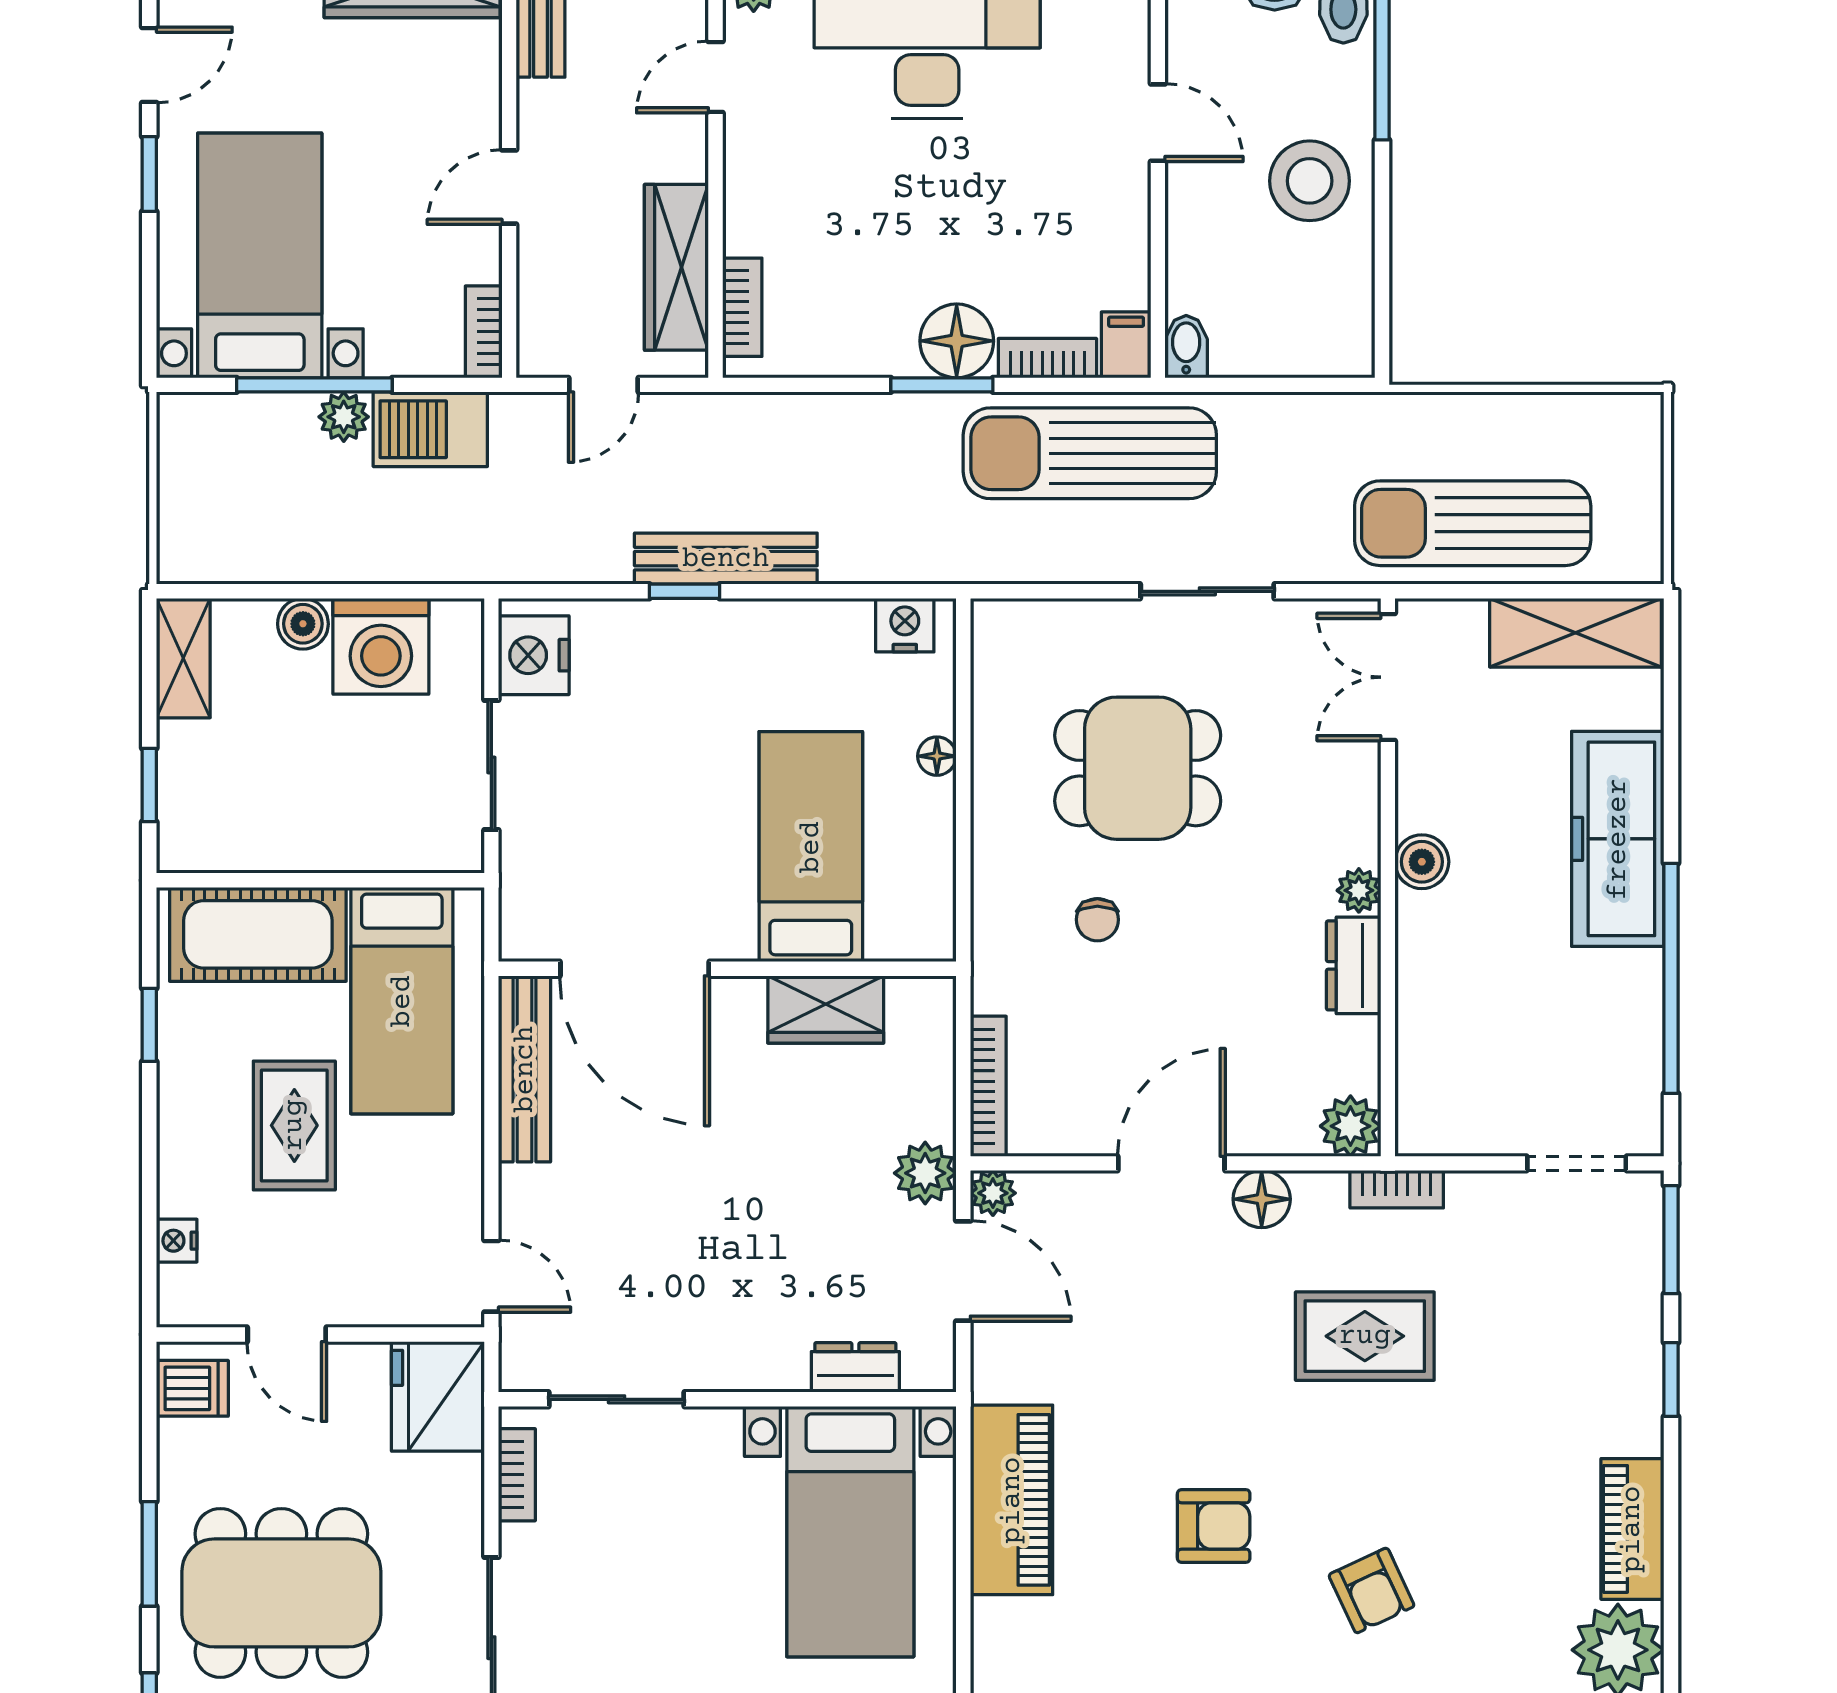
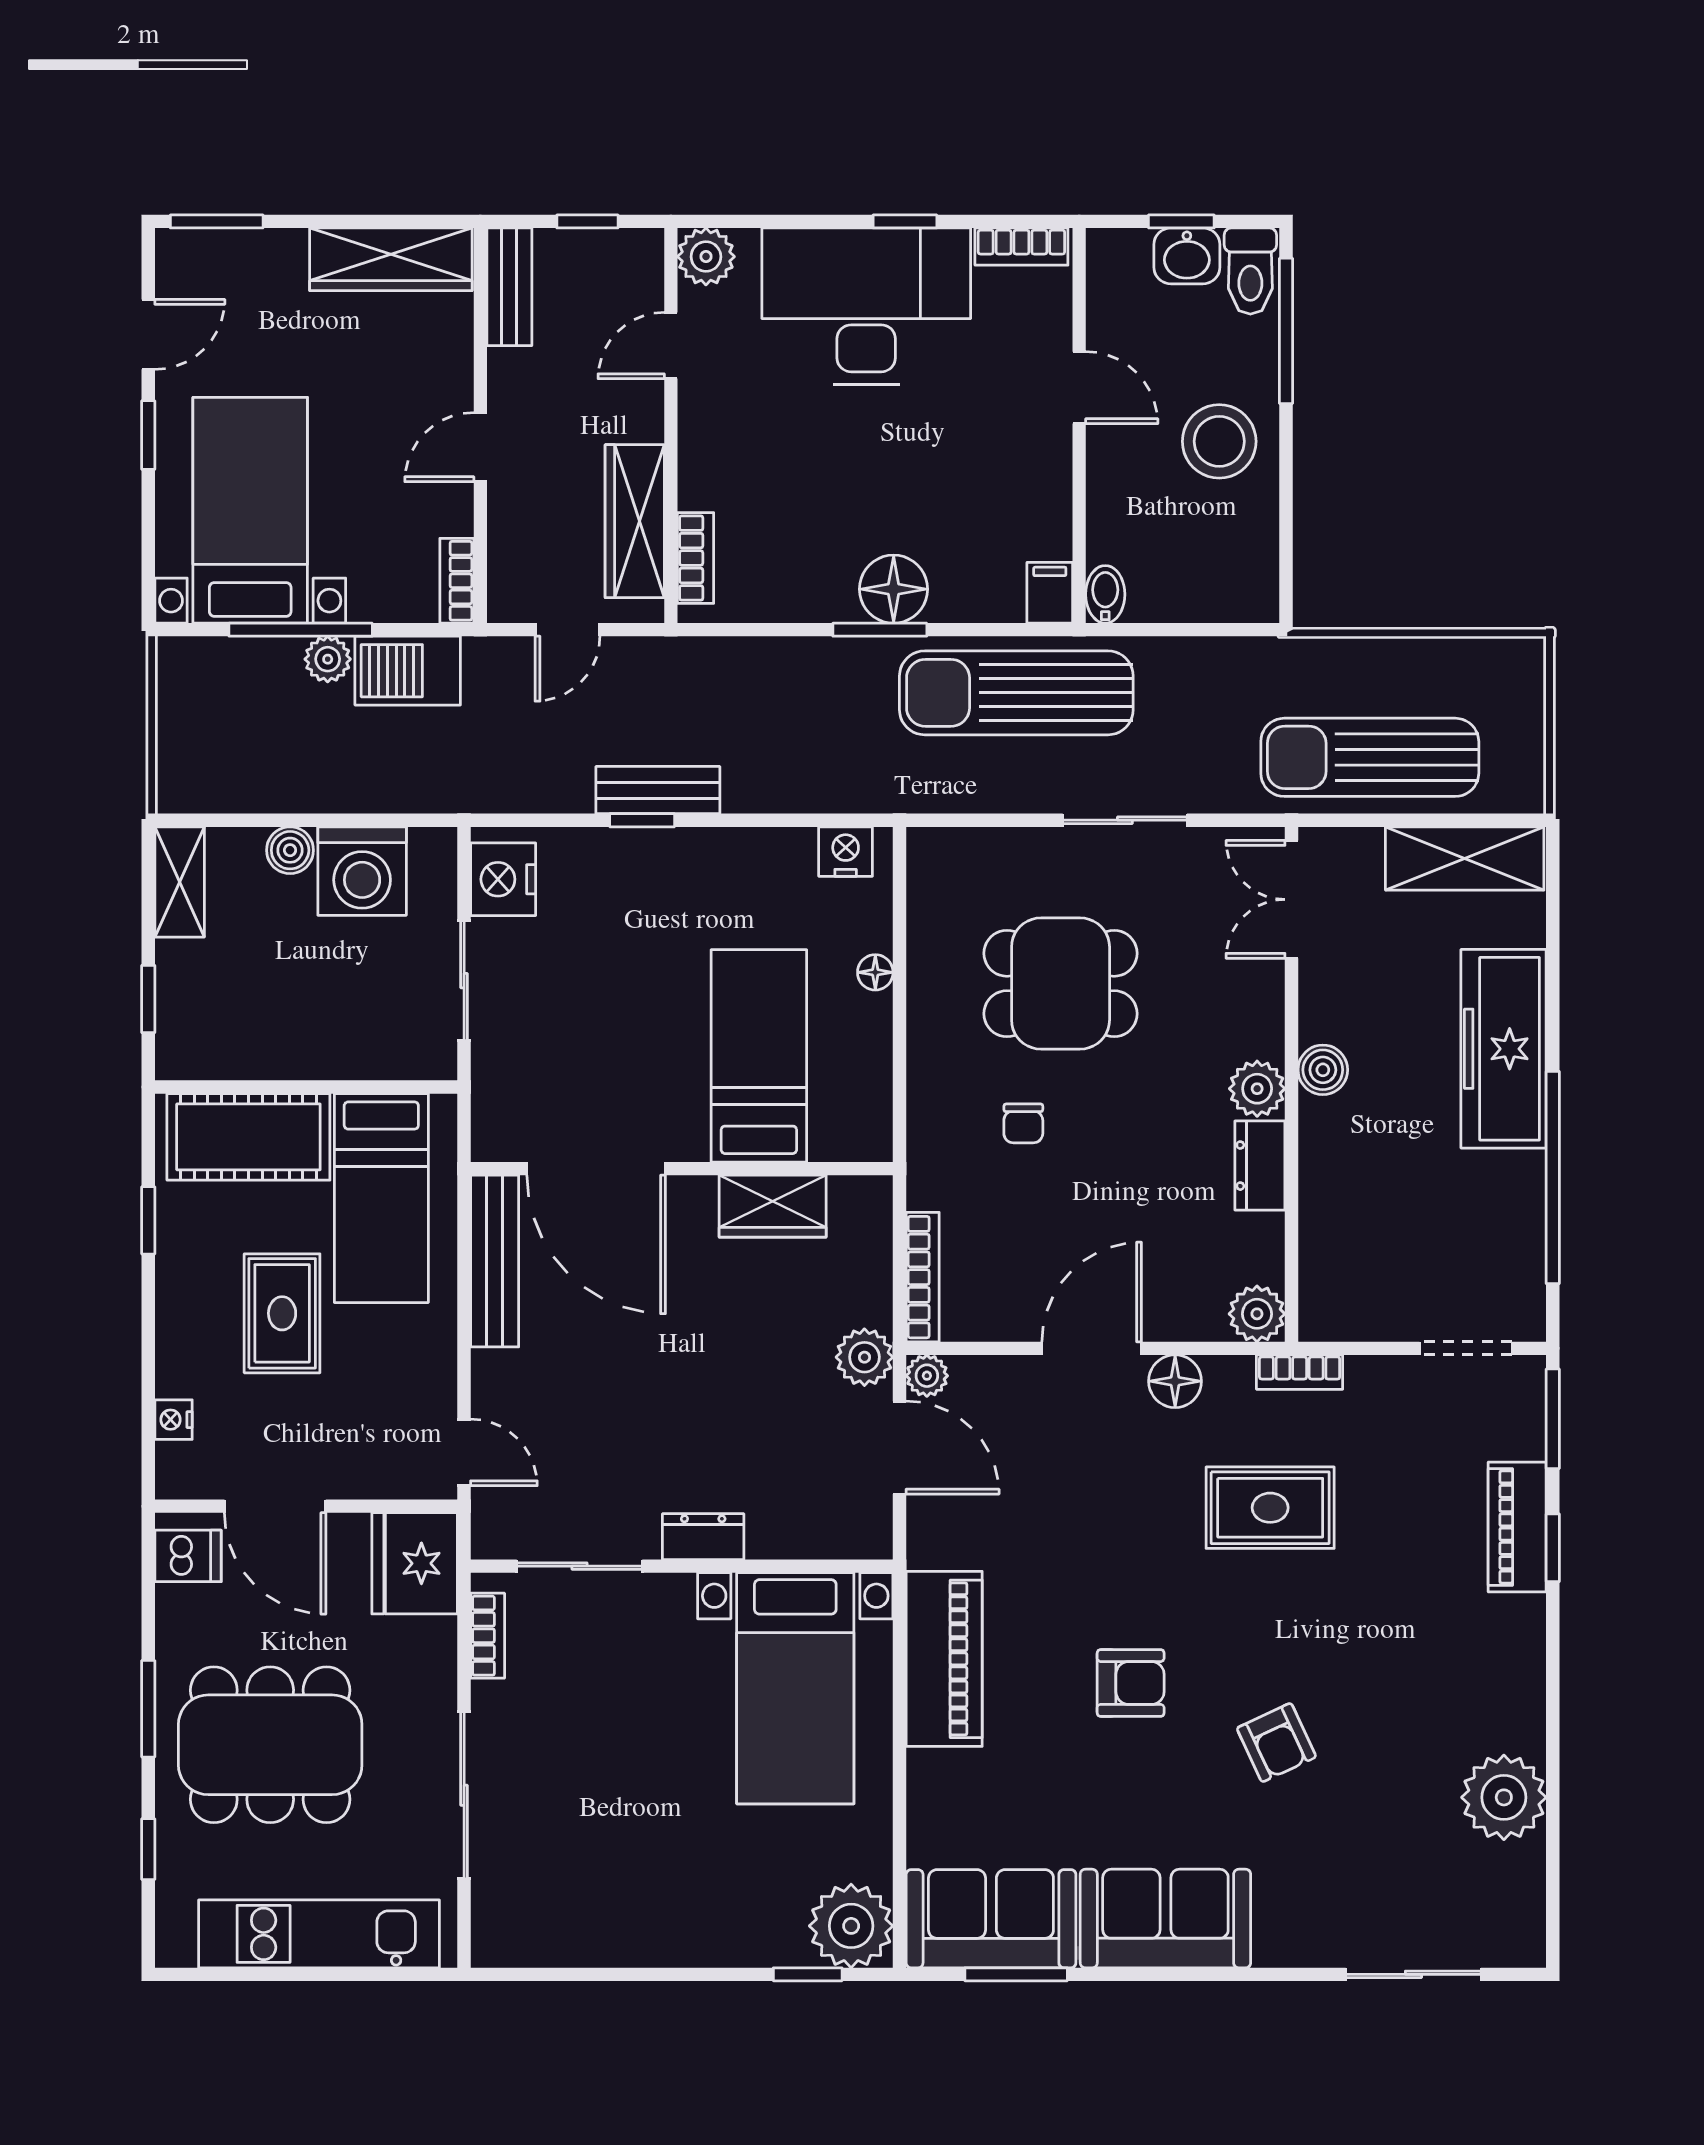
bookcase: (1047, 358) -> (977, 605), removed
bench: (726, 559) -> (658, 790), width x0.73
plant: (1359, 890) -> (1257, 1089), width x1.38, depth x1.38
door: (287, 1334) -> (275, 1506), width x1.38
dresser: (855, 1367) -> (703, 1537), moved
piano: (1632, 1529) -> (1517, 1527), moved

